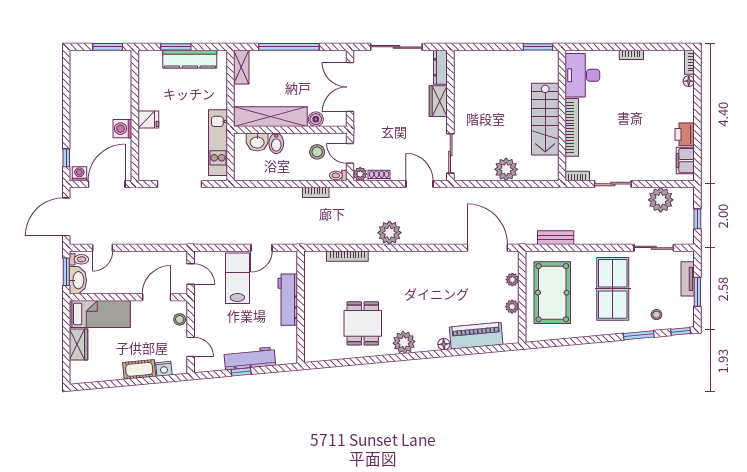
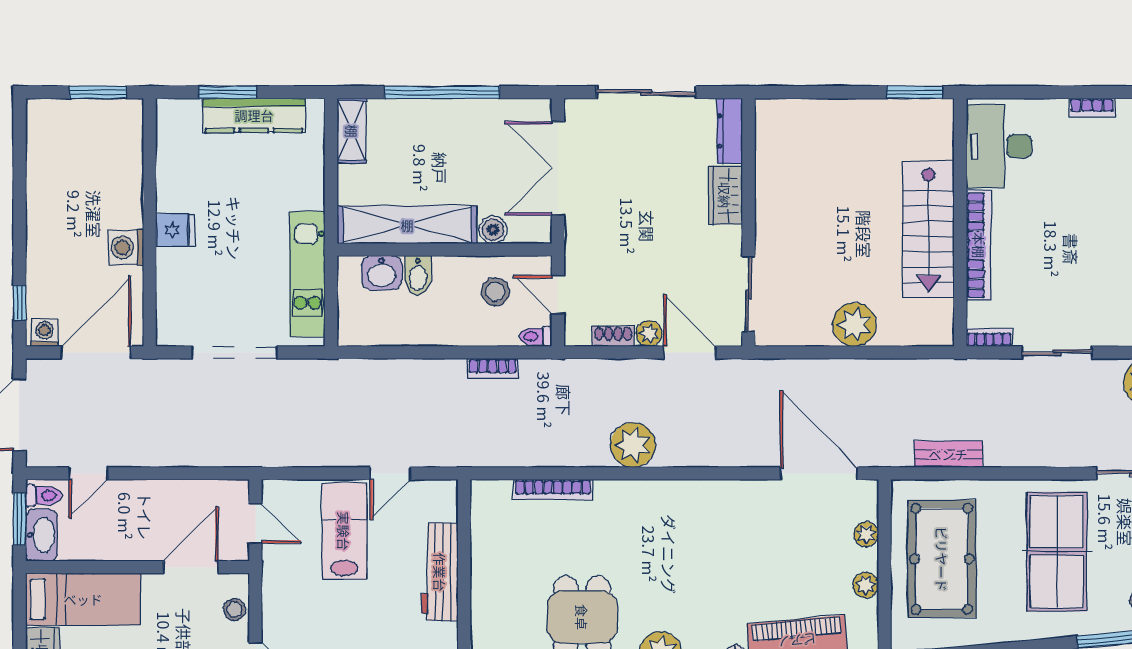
plant: (360, 174) -> (649, 333), moved

